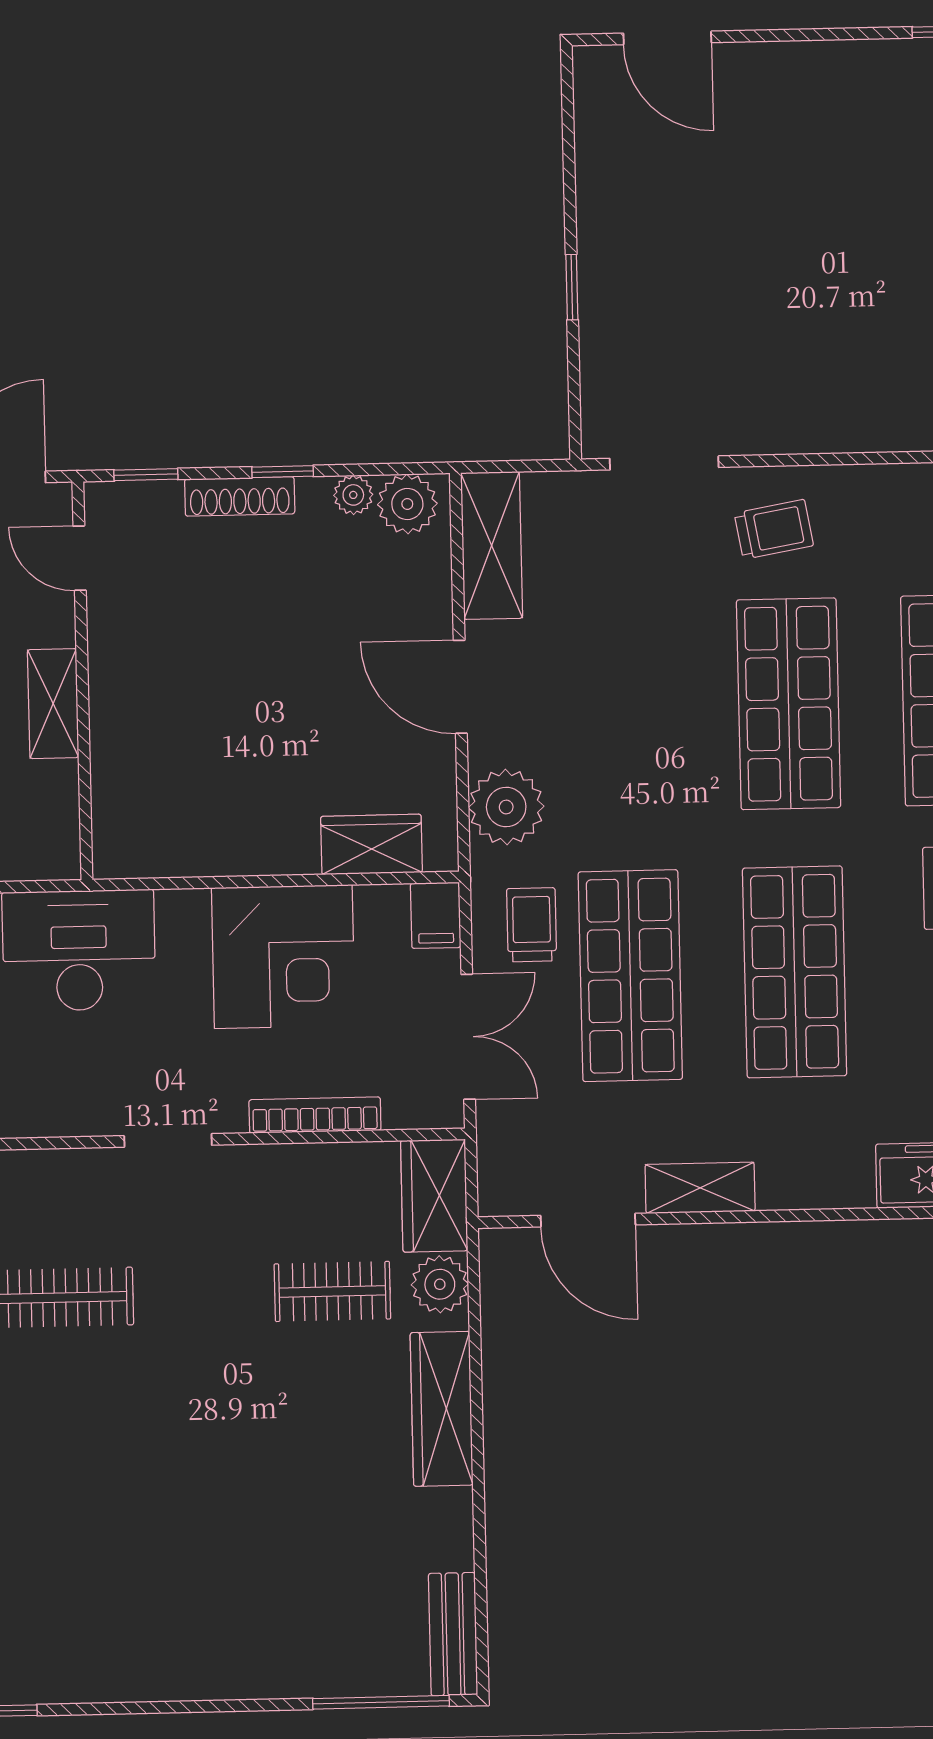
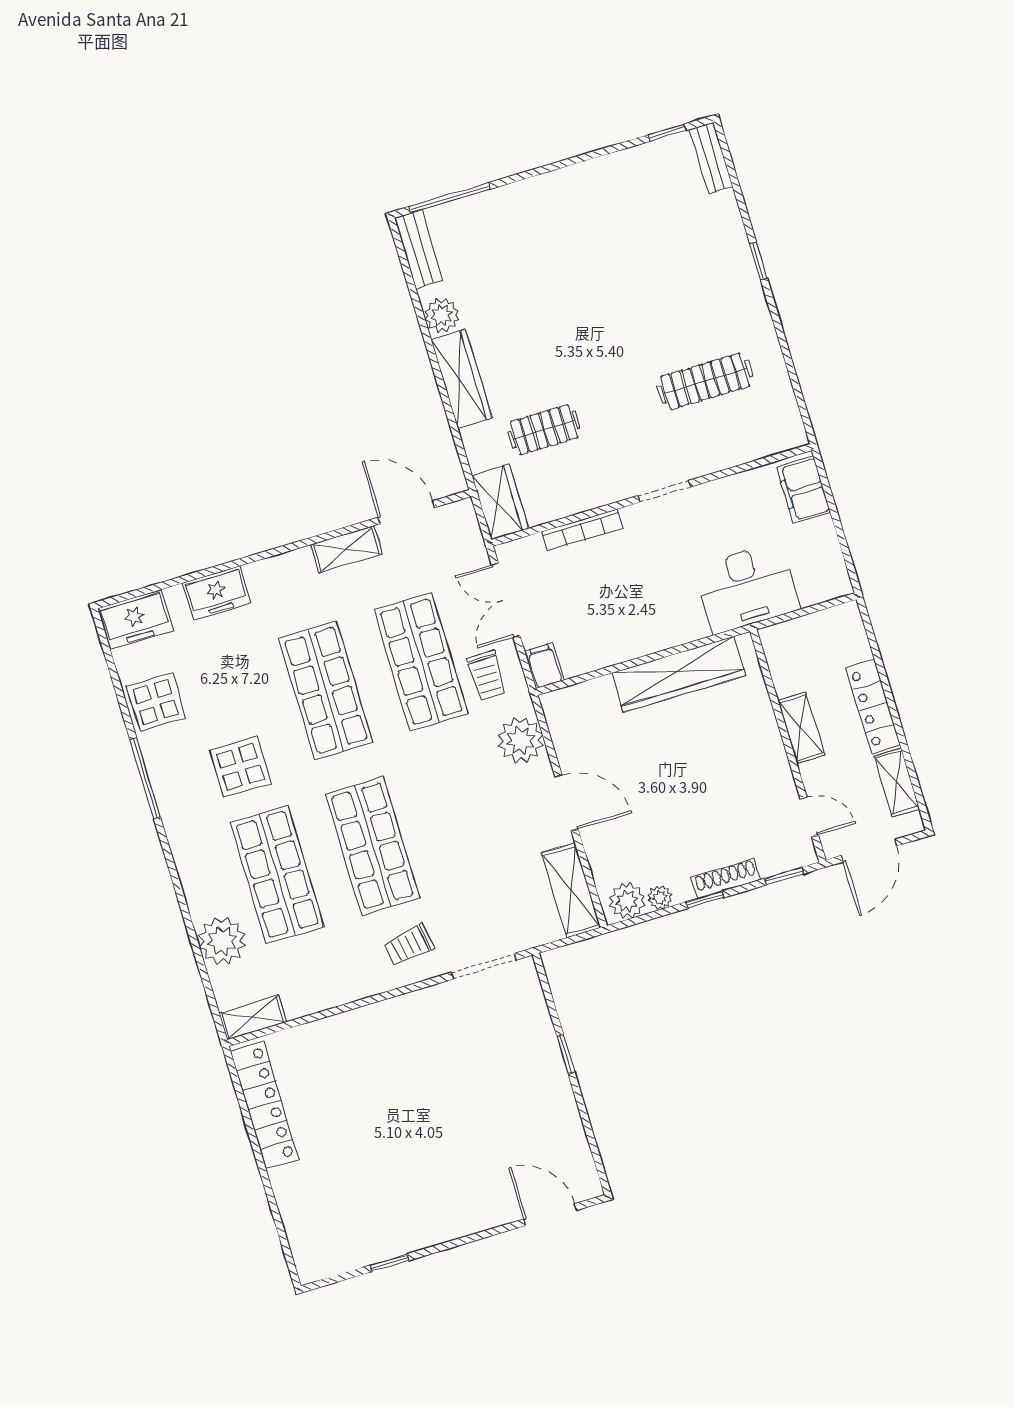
wardrobe: (371, 844) -> (679, 674), moved, width x2.10, depth x1.17
corner desk: (283, 957) -> (626, 617), removed
plant: (440, 1284) -> (442, 315), moved

